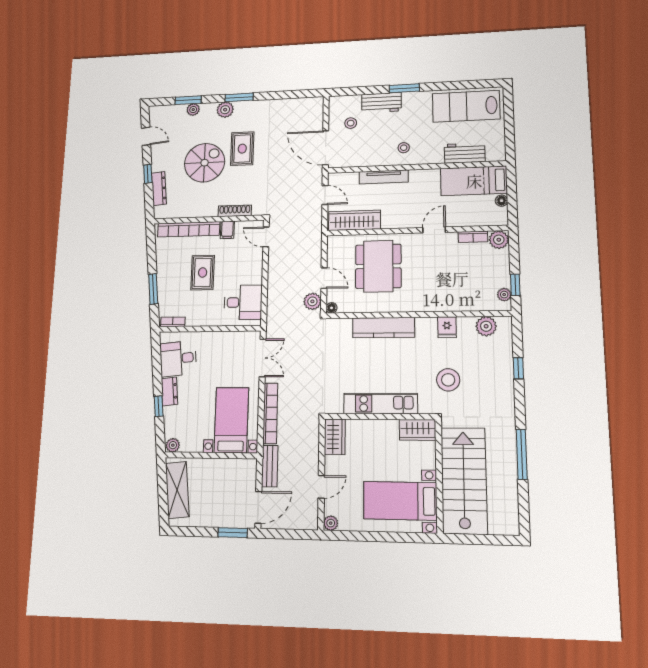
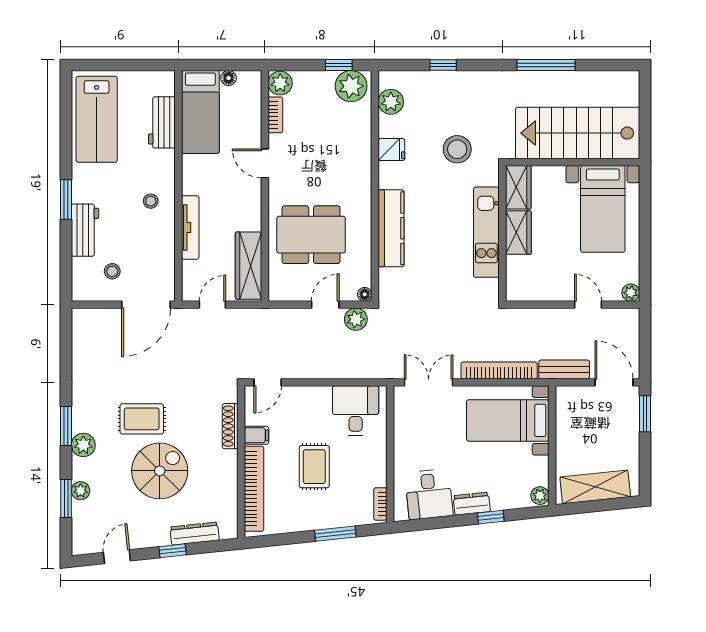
spiral stairs: (205, 163) -> (160, 471), turned 90
rug: (203, 272) -> (314, 467), turned 90
plant: (504, 295) -> (351, 86), width x1.88, depth x1.88
wardrobe: (335, 437) -> (518, 233), moved, turned 90

